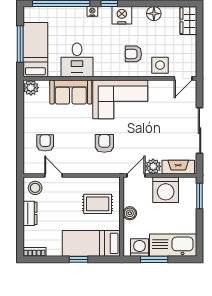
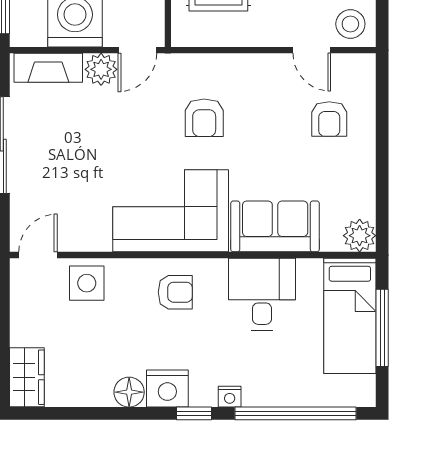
floor lamp: (154, 14) -> (129, 392), moved
armchair: (133, 54) -> (175, 292), moved

